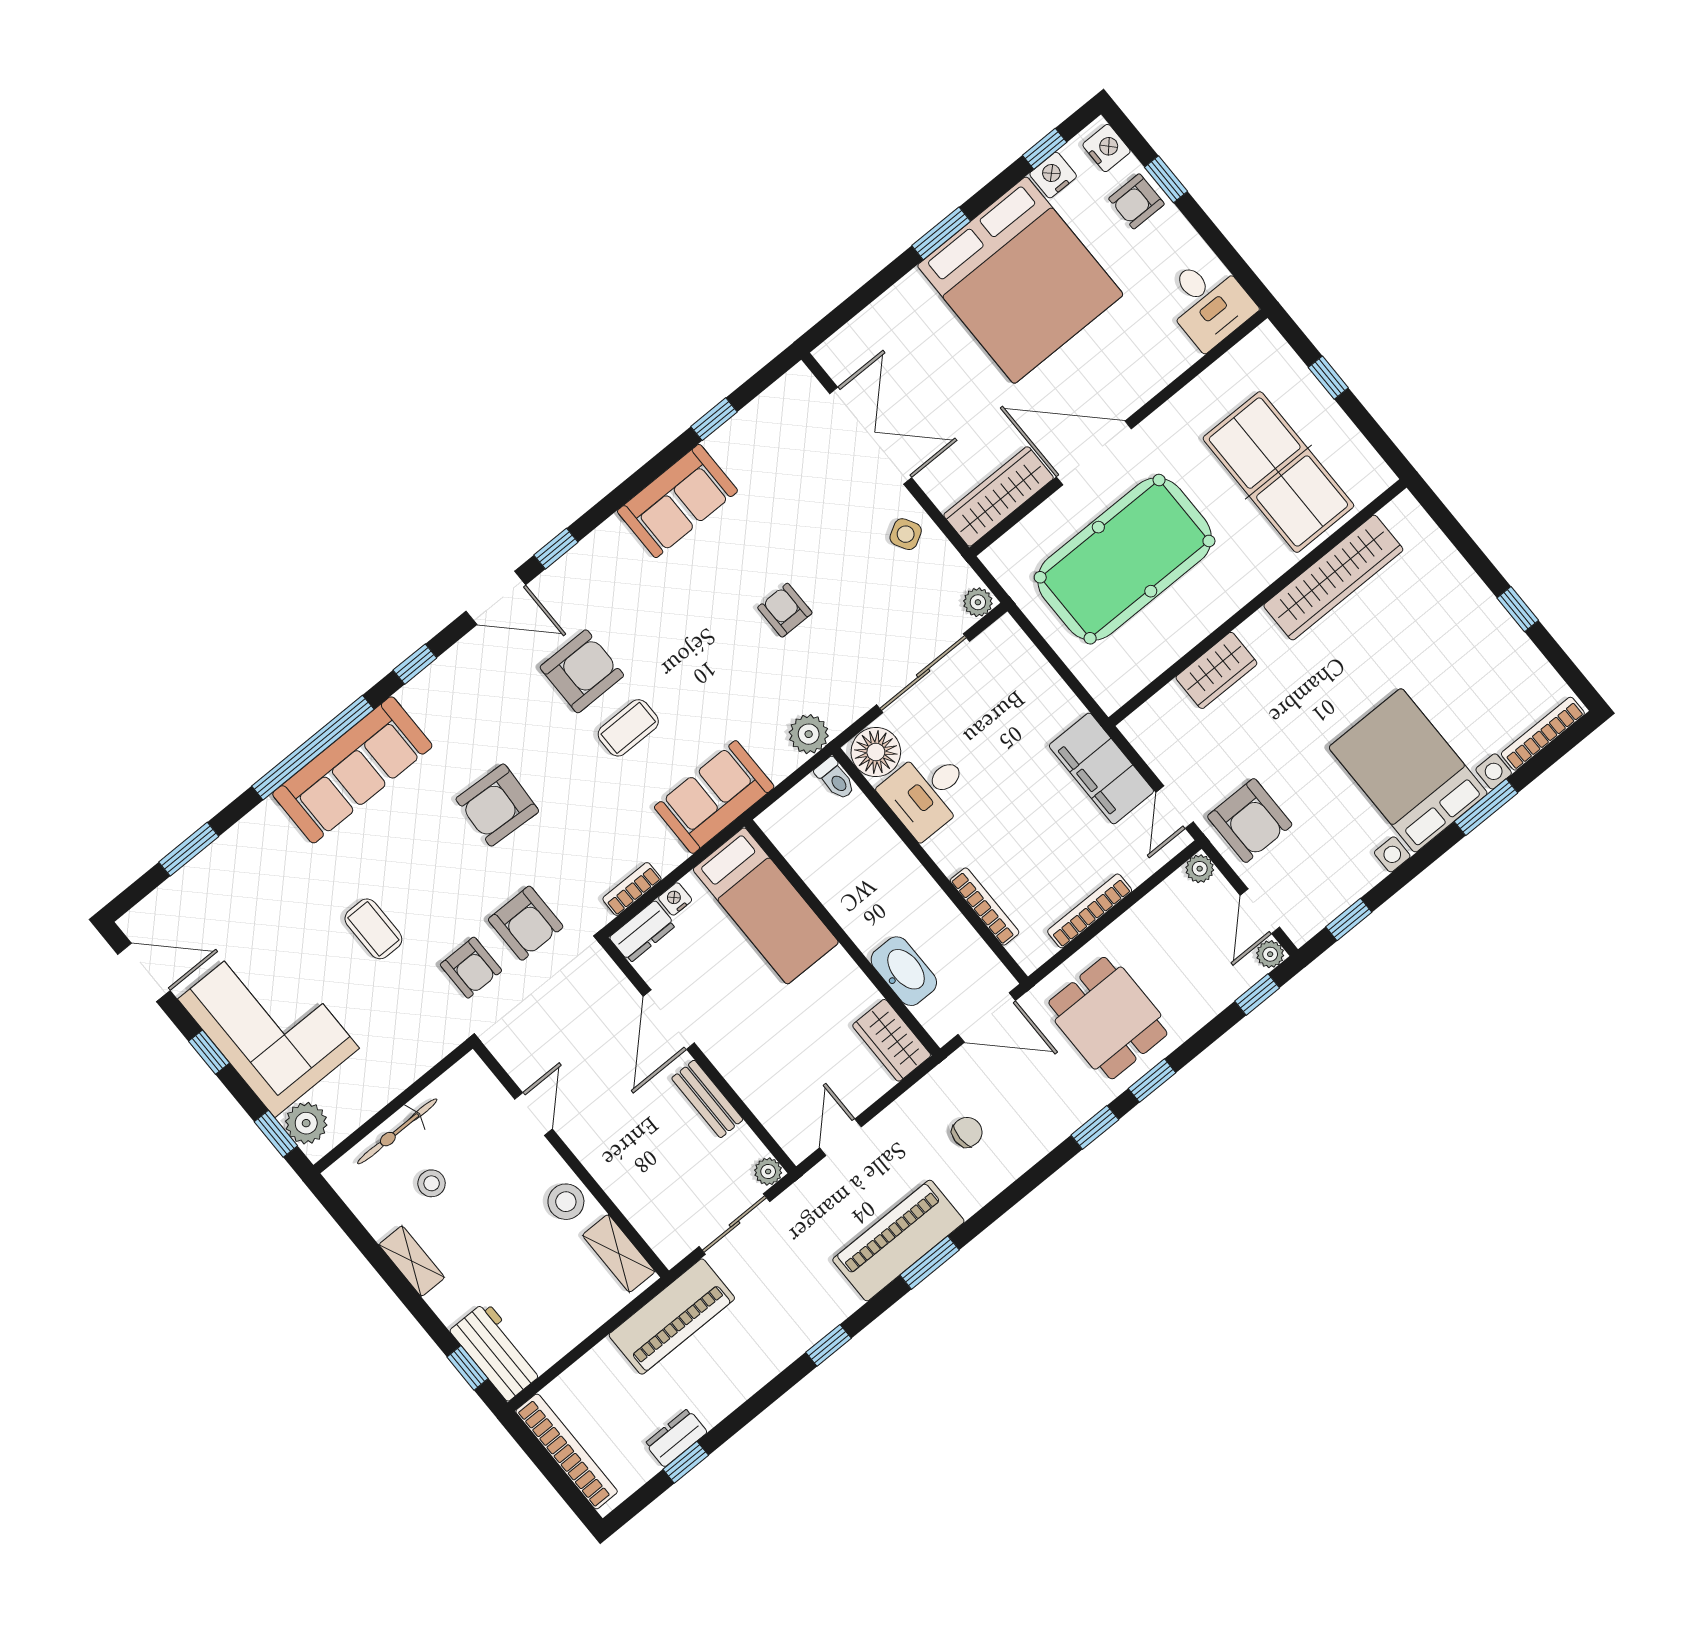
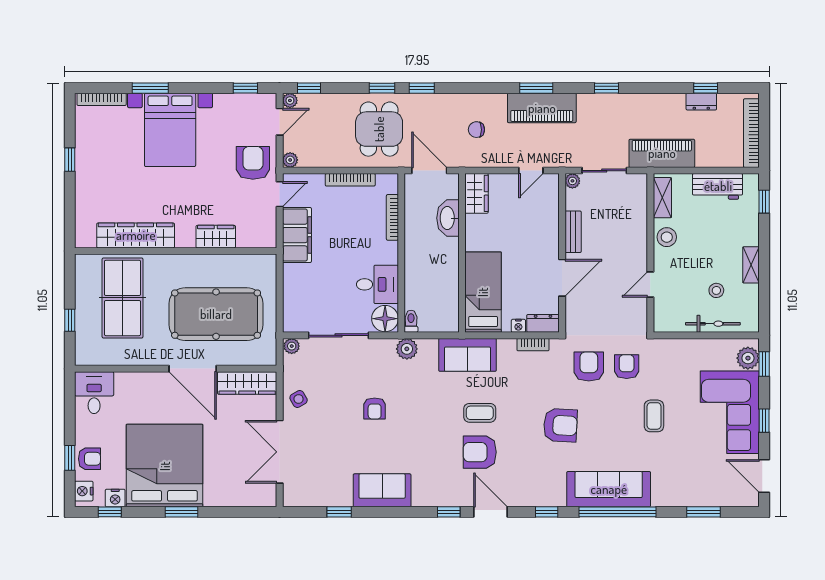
workbench: (497, 1351) -> (718, 186), moved, turned -90

